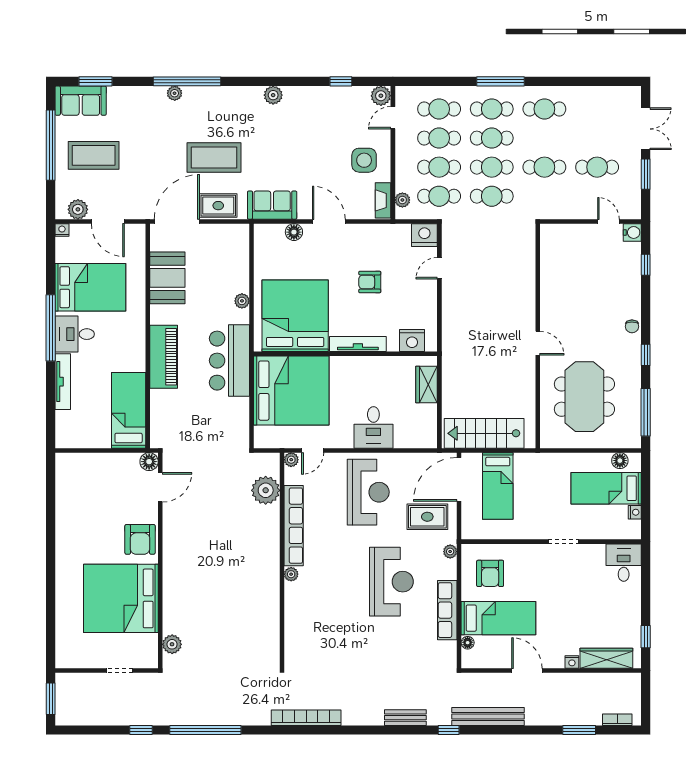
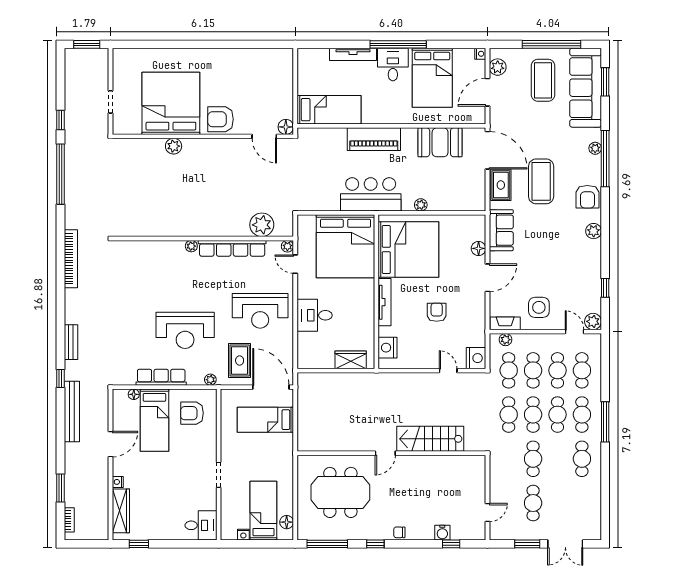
sofa: (81, 101) -> (586, 88), width x1.85, depth x1.27
armchair: (232, 102) -> (587, 197), added
water cooler: (632, 232) -> (442, 533), moved
stairs: (484, 433) -> (430, 439), moved, turned -90
plant: (172, 644) -> (174, 146), moved

